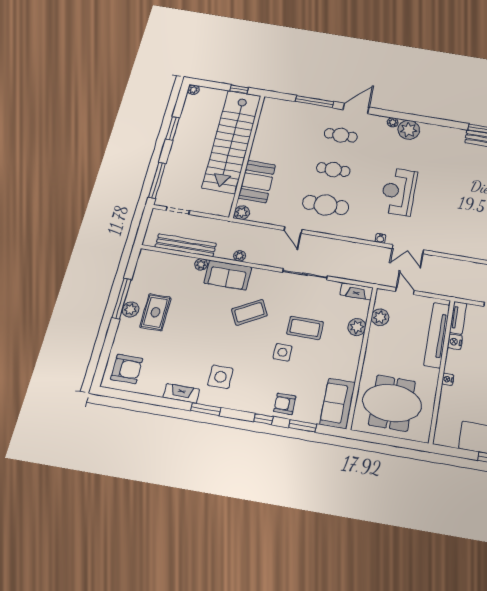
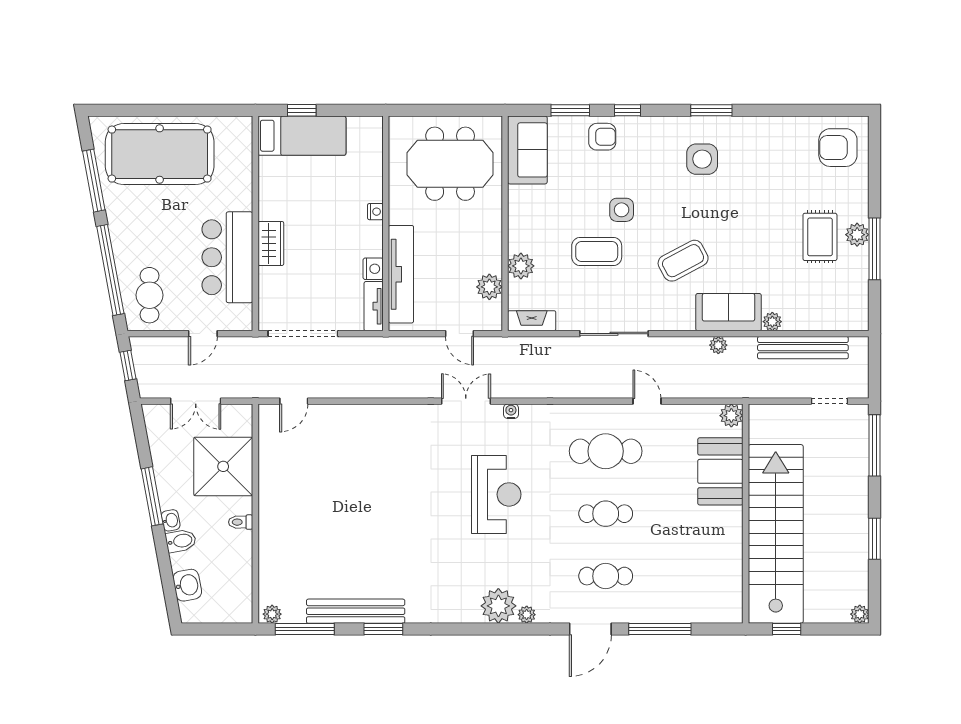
fireplace: (181, 393) -> (751, 126), removed

